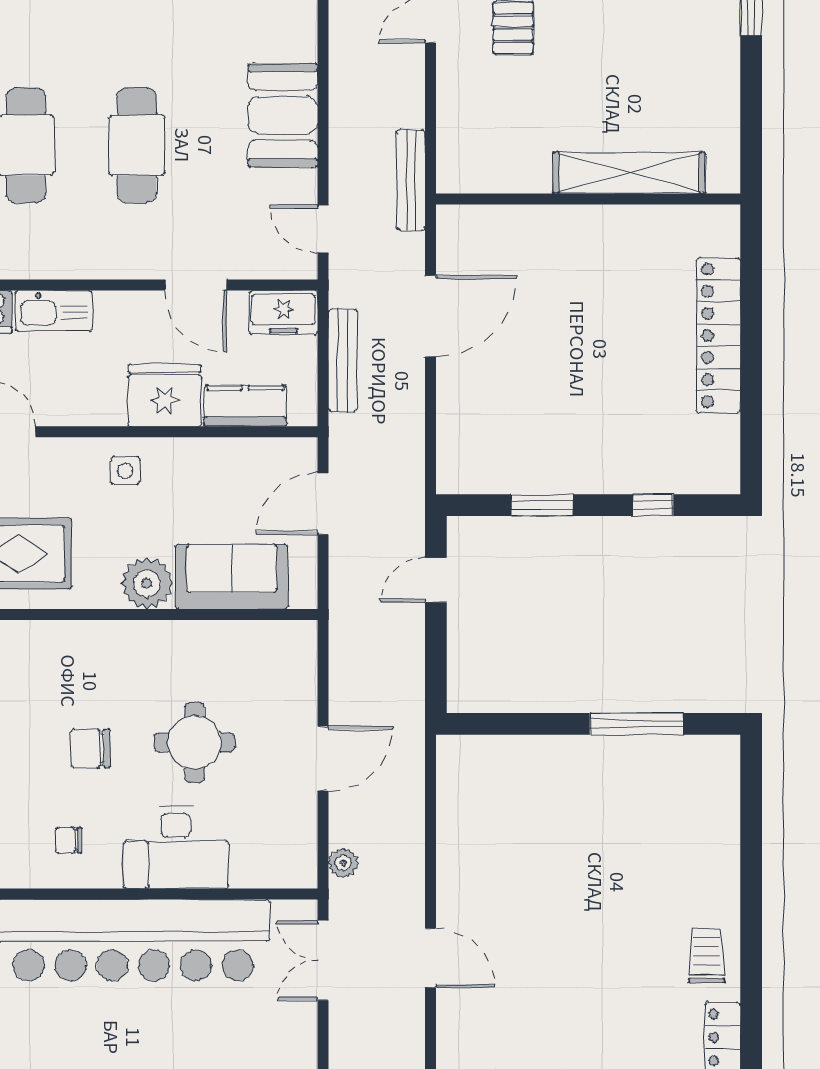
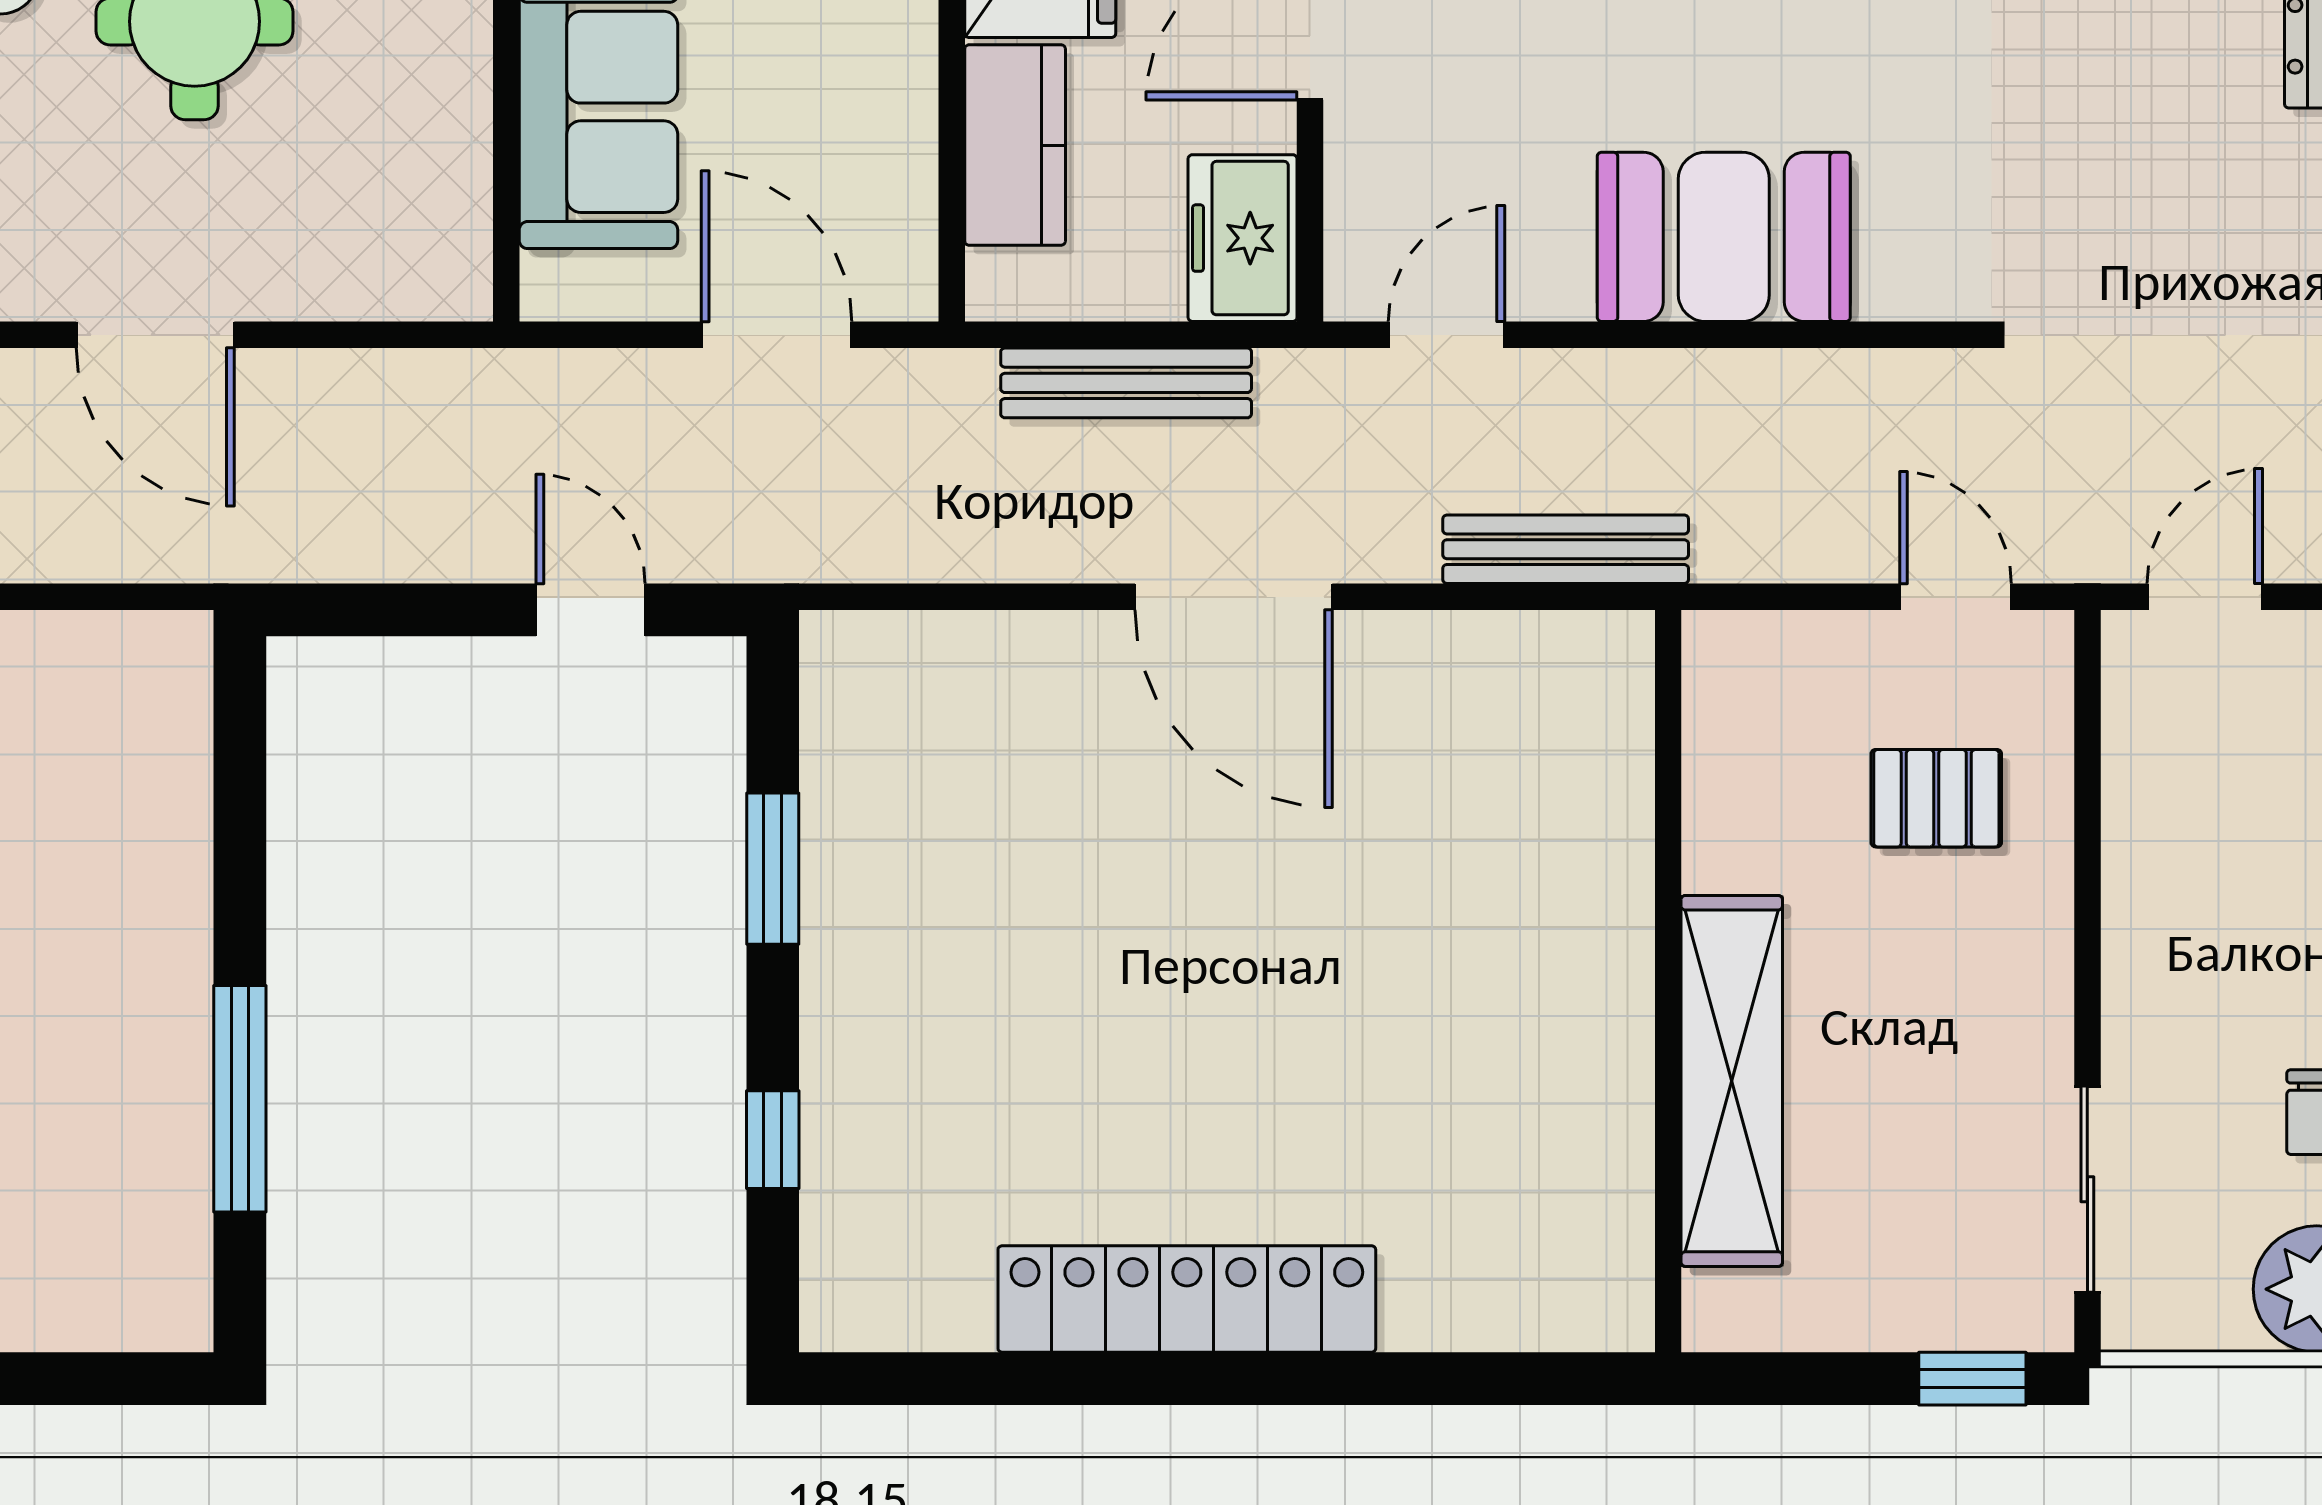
shelving: (629, 173) -> (1732, 1081), moved
wall: (588, 199) -> (1668, 981), moved

